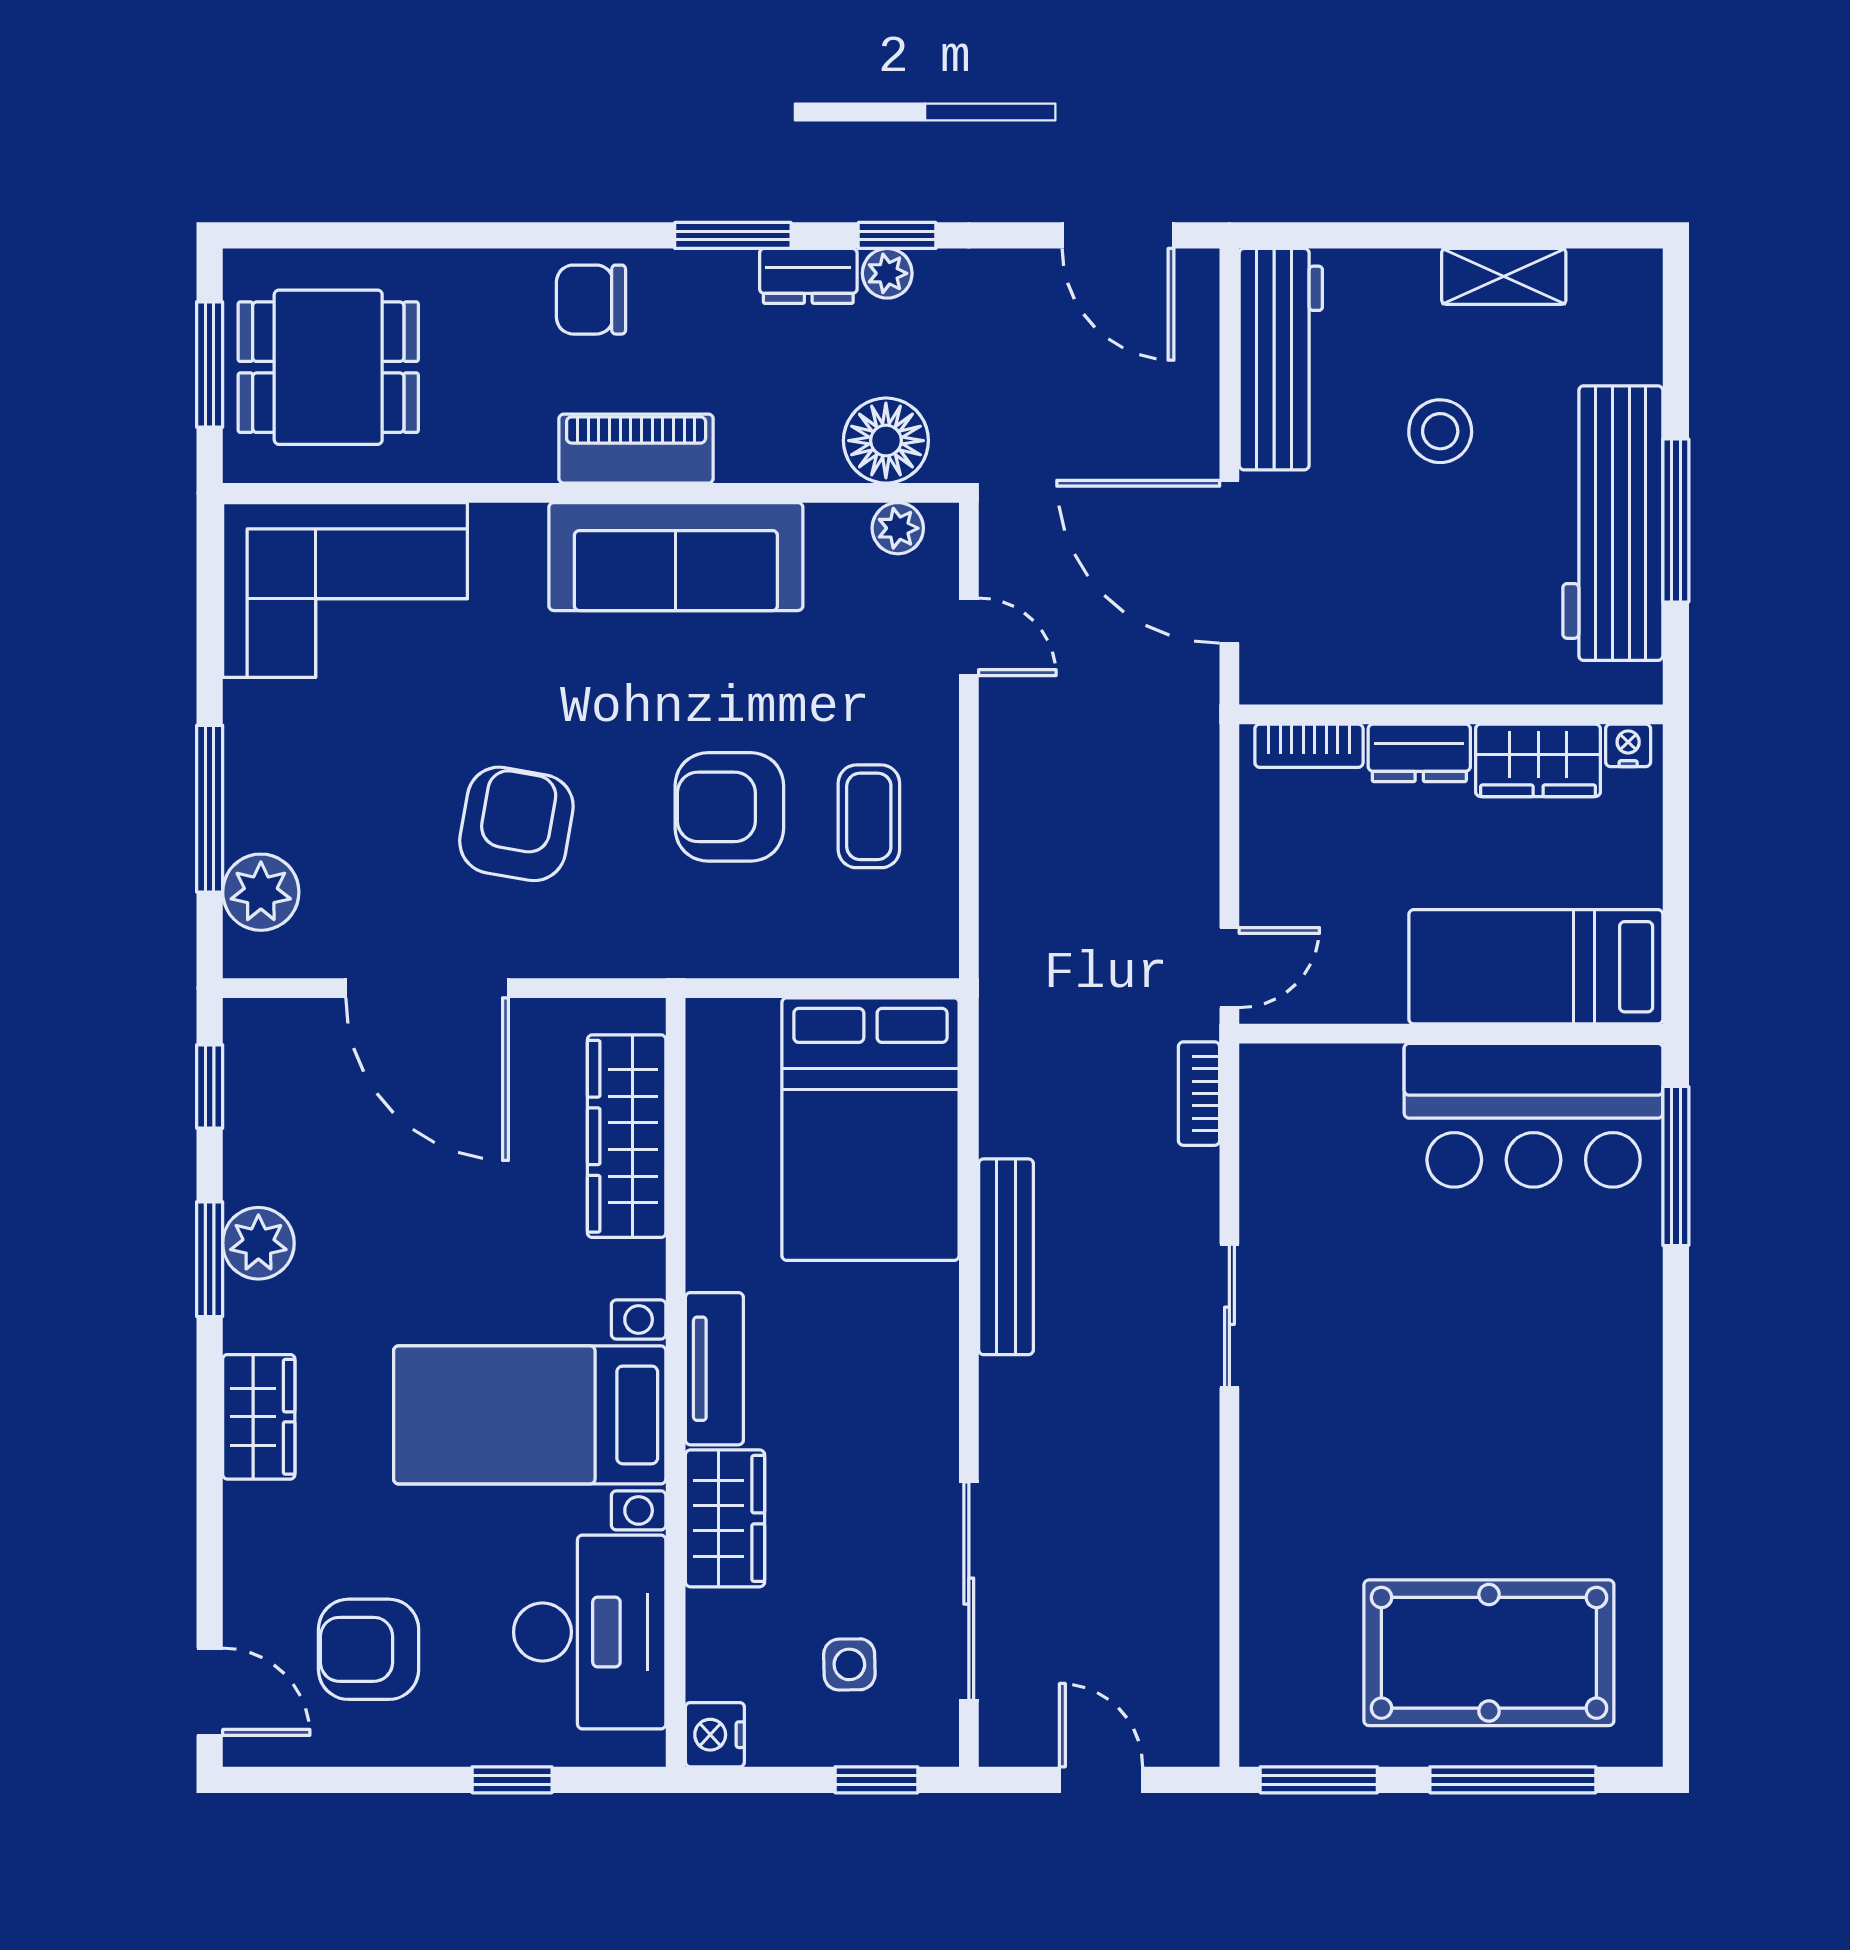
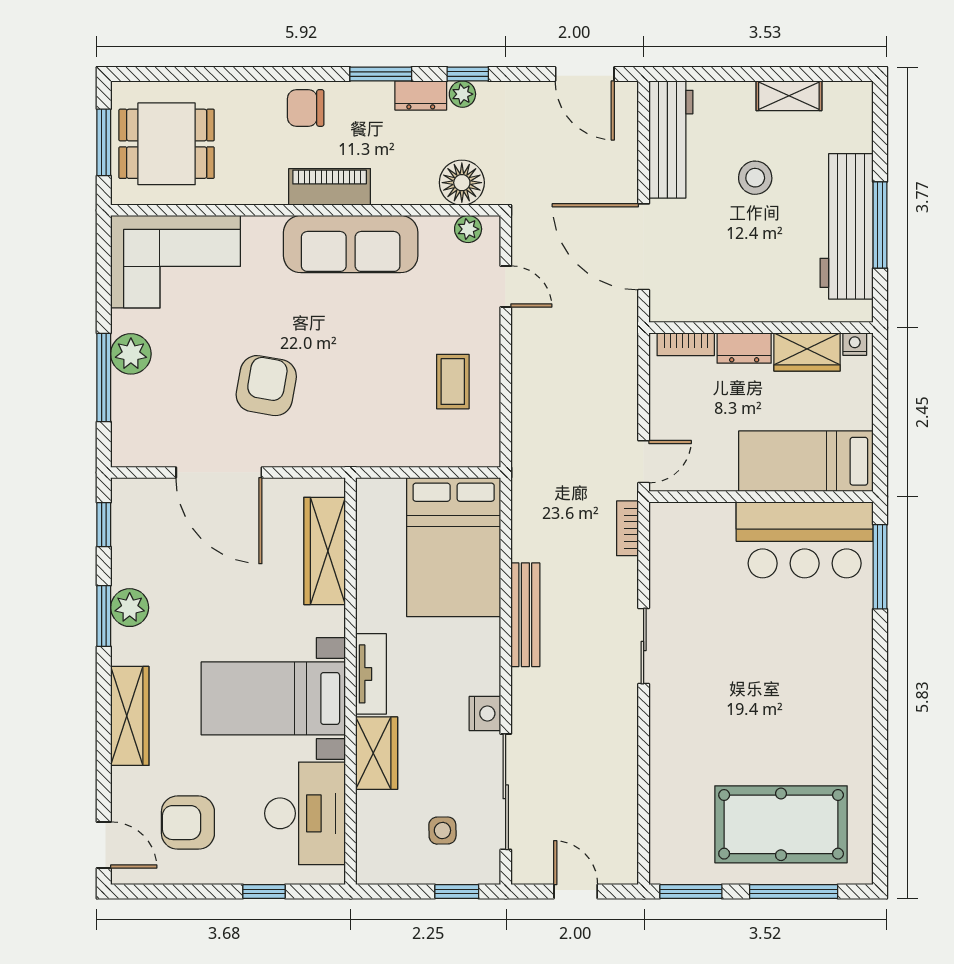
armchair: (729, 807) -> (379, 377), removed
plant: (261, 892) -> (131, 354), moved
wardrobe: (259, 1417) -> (130, 716), width x1.50
nightstand: (715, 1735) -> (485, 713), moved, turned 180

